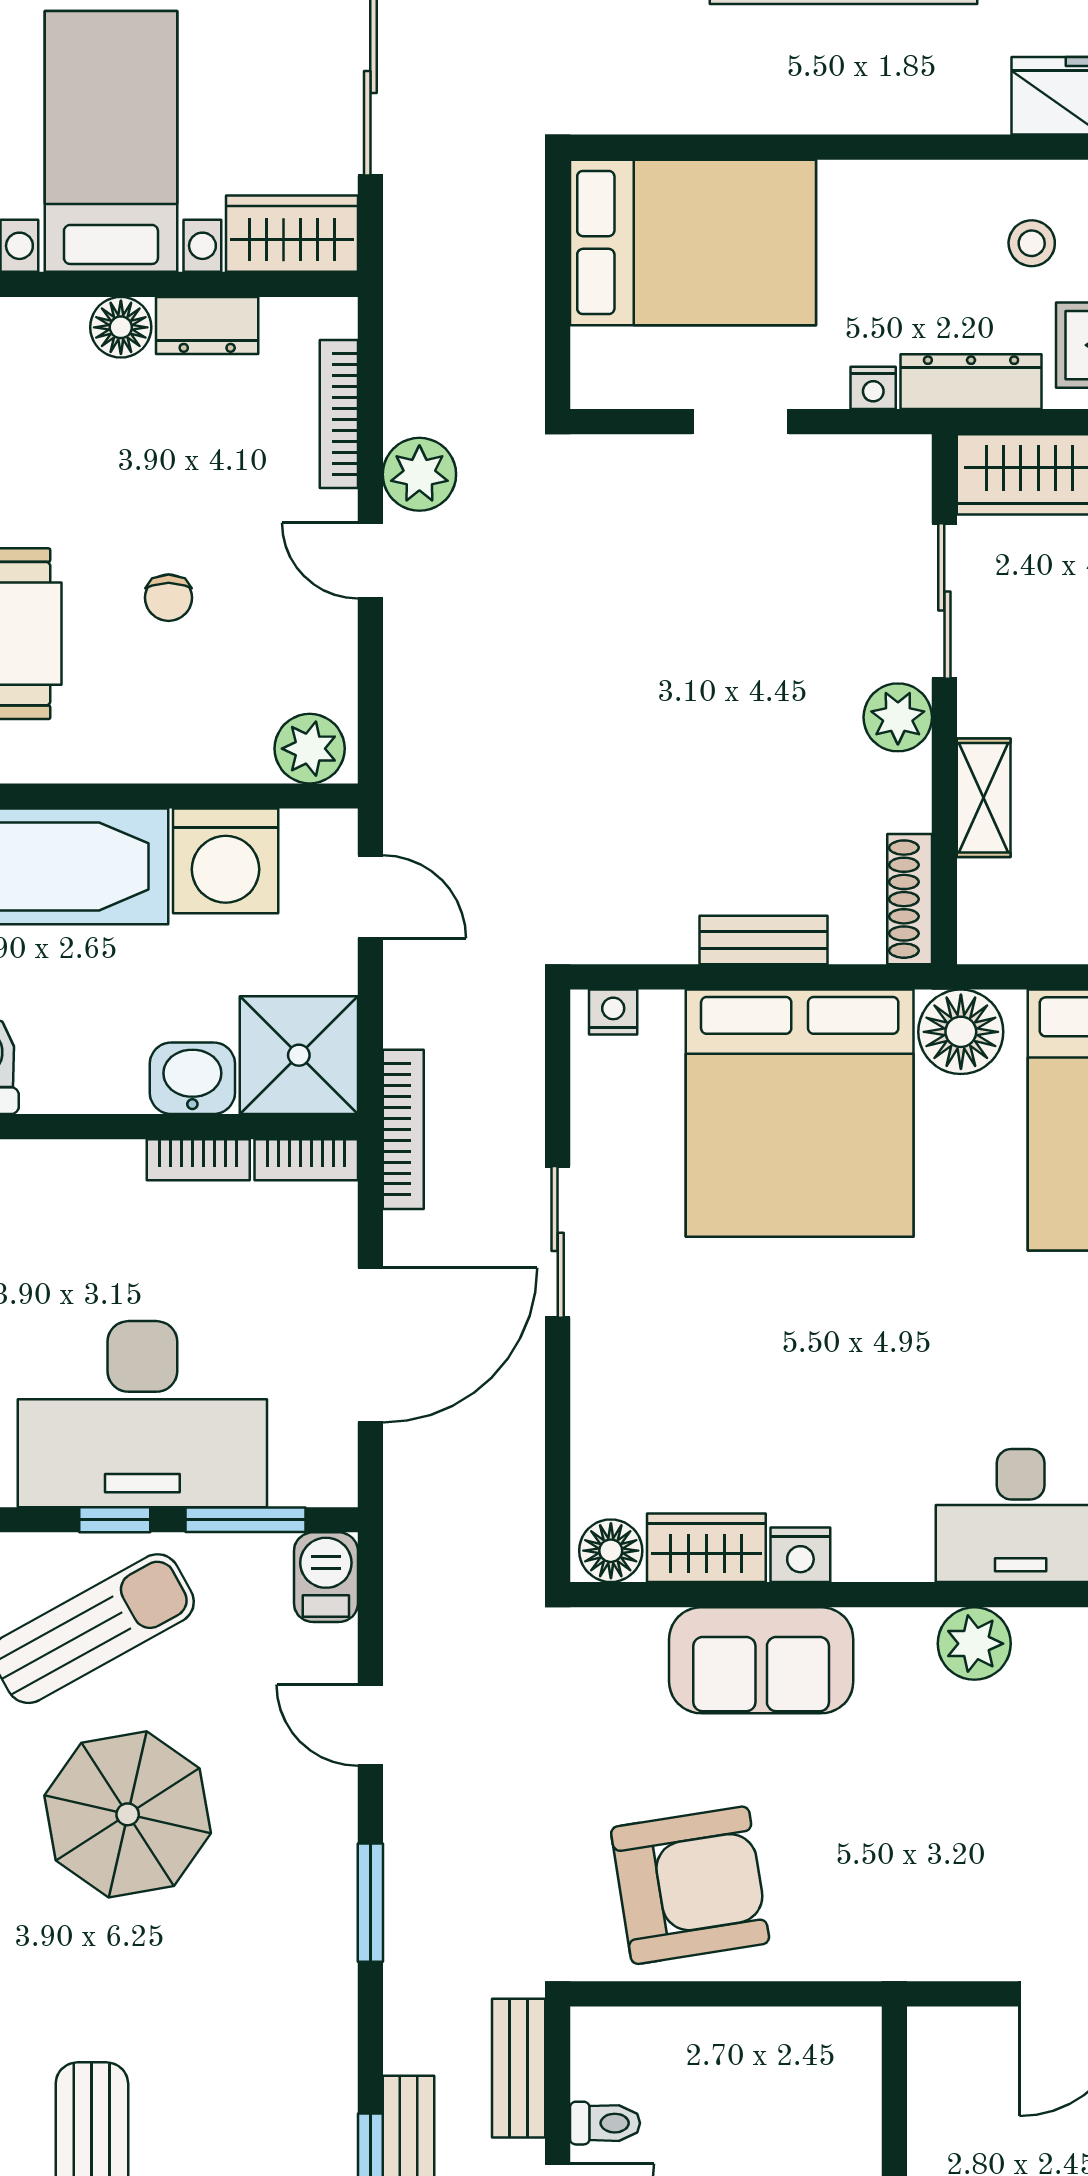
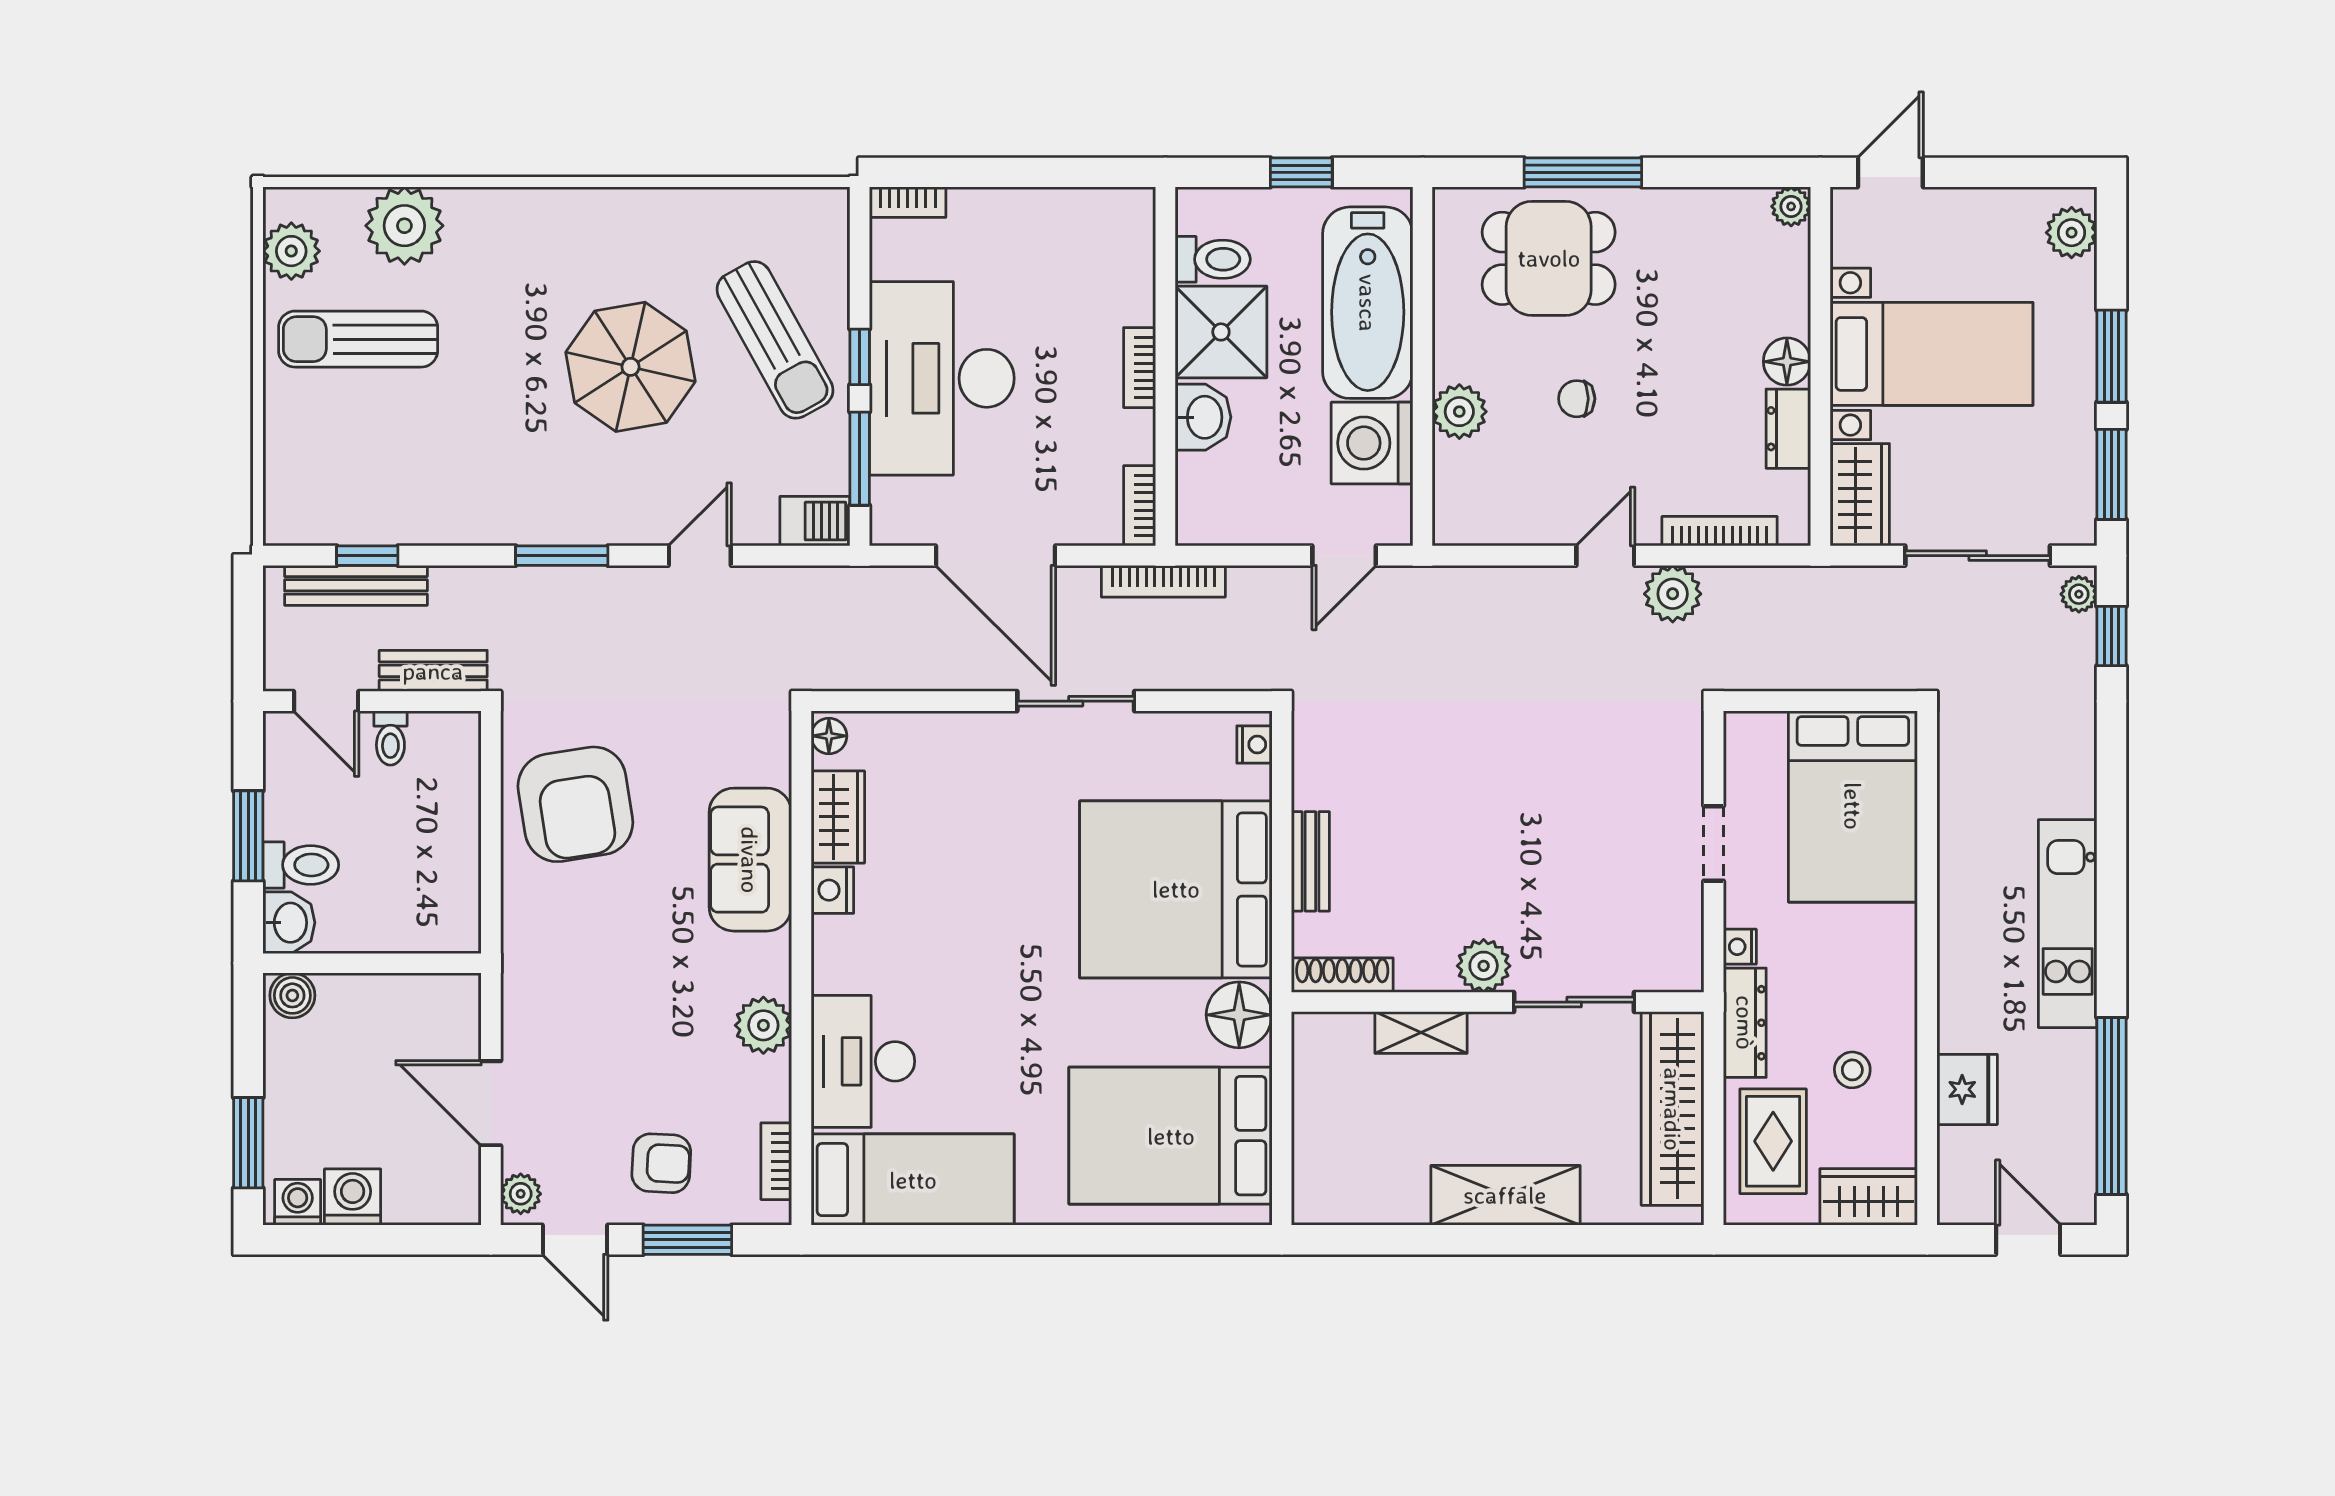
plant: (310, 749) -> (1459, 412), moved
shower: (299, 1055) -> (1221, 332), moved
bookcase: (198, 1160) -> (1140, 368), moved
floor lamp: (611, 1551) -> (829, 736), width x0.73, depth x0.73

